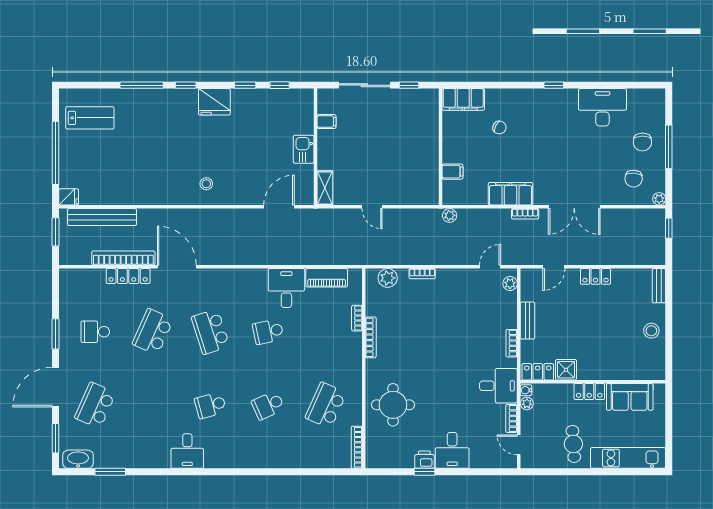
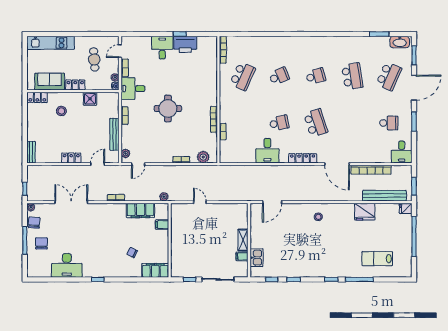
fridge: (214, 102) -> (365, 212), moved, turned 180
lab bench: (90, 118) -> (377, 259), moved
kitchen sink: (304, 149) -> (257, 258), moved
chair: (634, 179) -> (34, 223), moved
shelving: (325, 188) -> (243, 240), moved
filing cabinet: (510, 194) -> (140, 210), moved
door: (372, 207) -> (200, 202), moved
double door: (574, 207) -> (71, 202), moved
locker: (128, 276) -> (303, 158), moved
piano: (327, 278) -> (242, 157), removed
bench: (528, 321) -> (114, 134), width x1.36
stool: (651, 331) -> (61, 111), moved
school desk: (153, 332) -> (352, 76), moved, turned -33
locker: (538, 372) -> (37, 97), moved
round table: (393, 405) -> (168, 108), moved
cafe table: (573, 444) -> (94, 59), moved
door: (519, 445) -> (120, 51), swing flipped
desk: (187, 451) -> (402, 152), moved, turned 180
printer: (424, 460) -> (185, 44), width x1.87, depth x1.48

